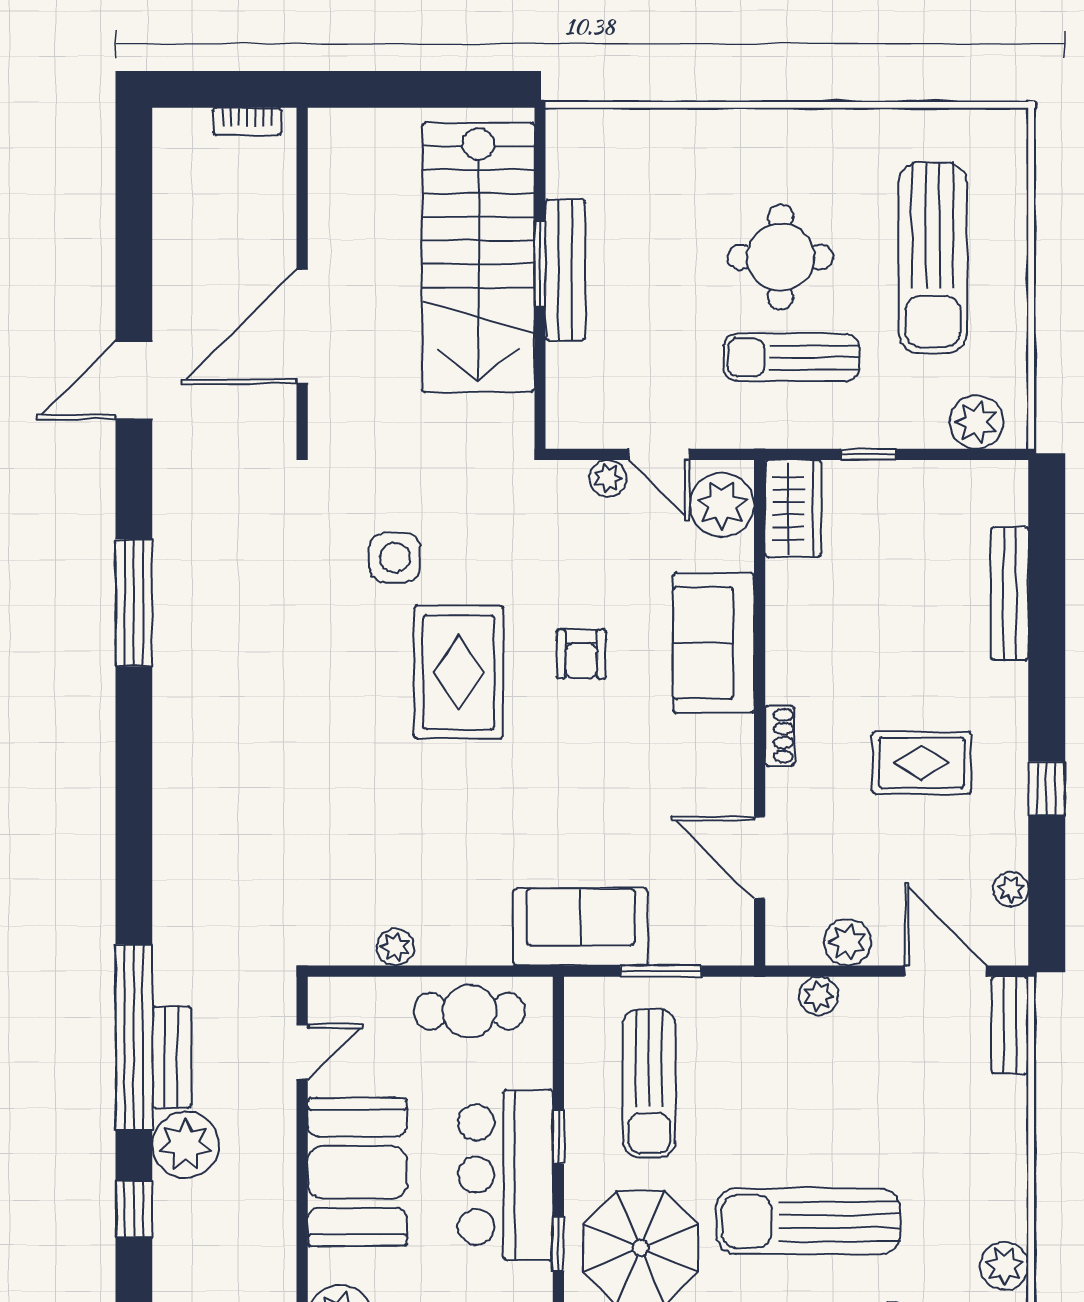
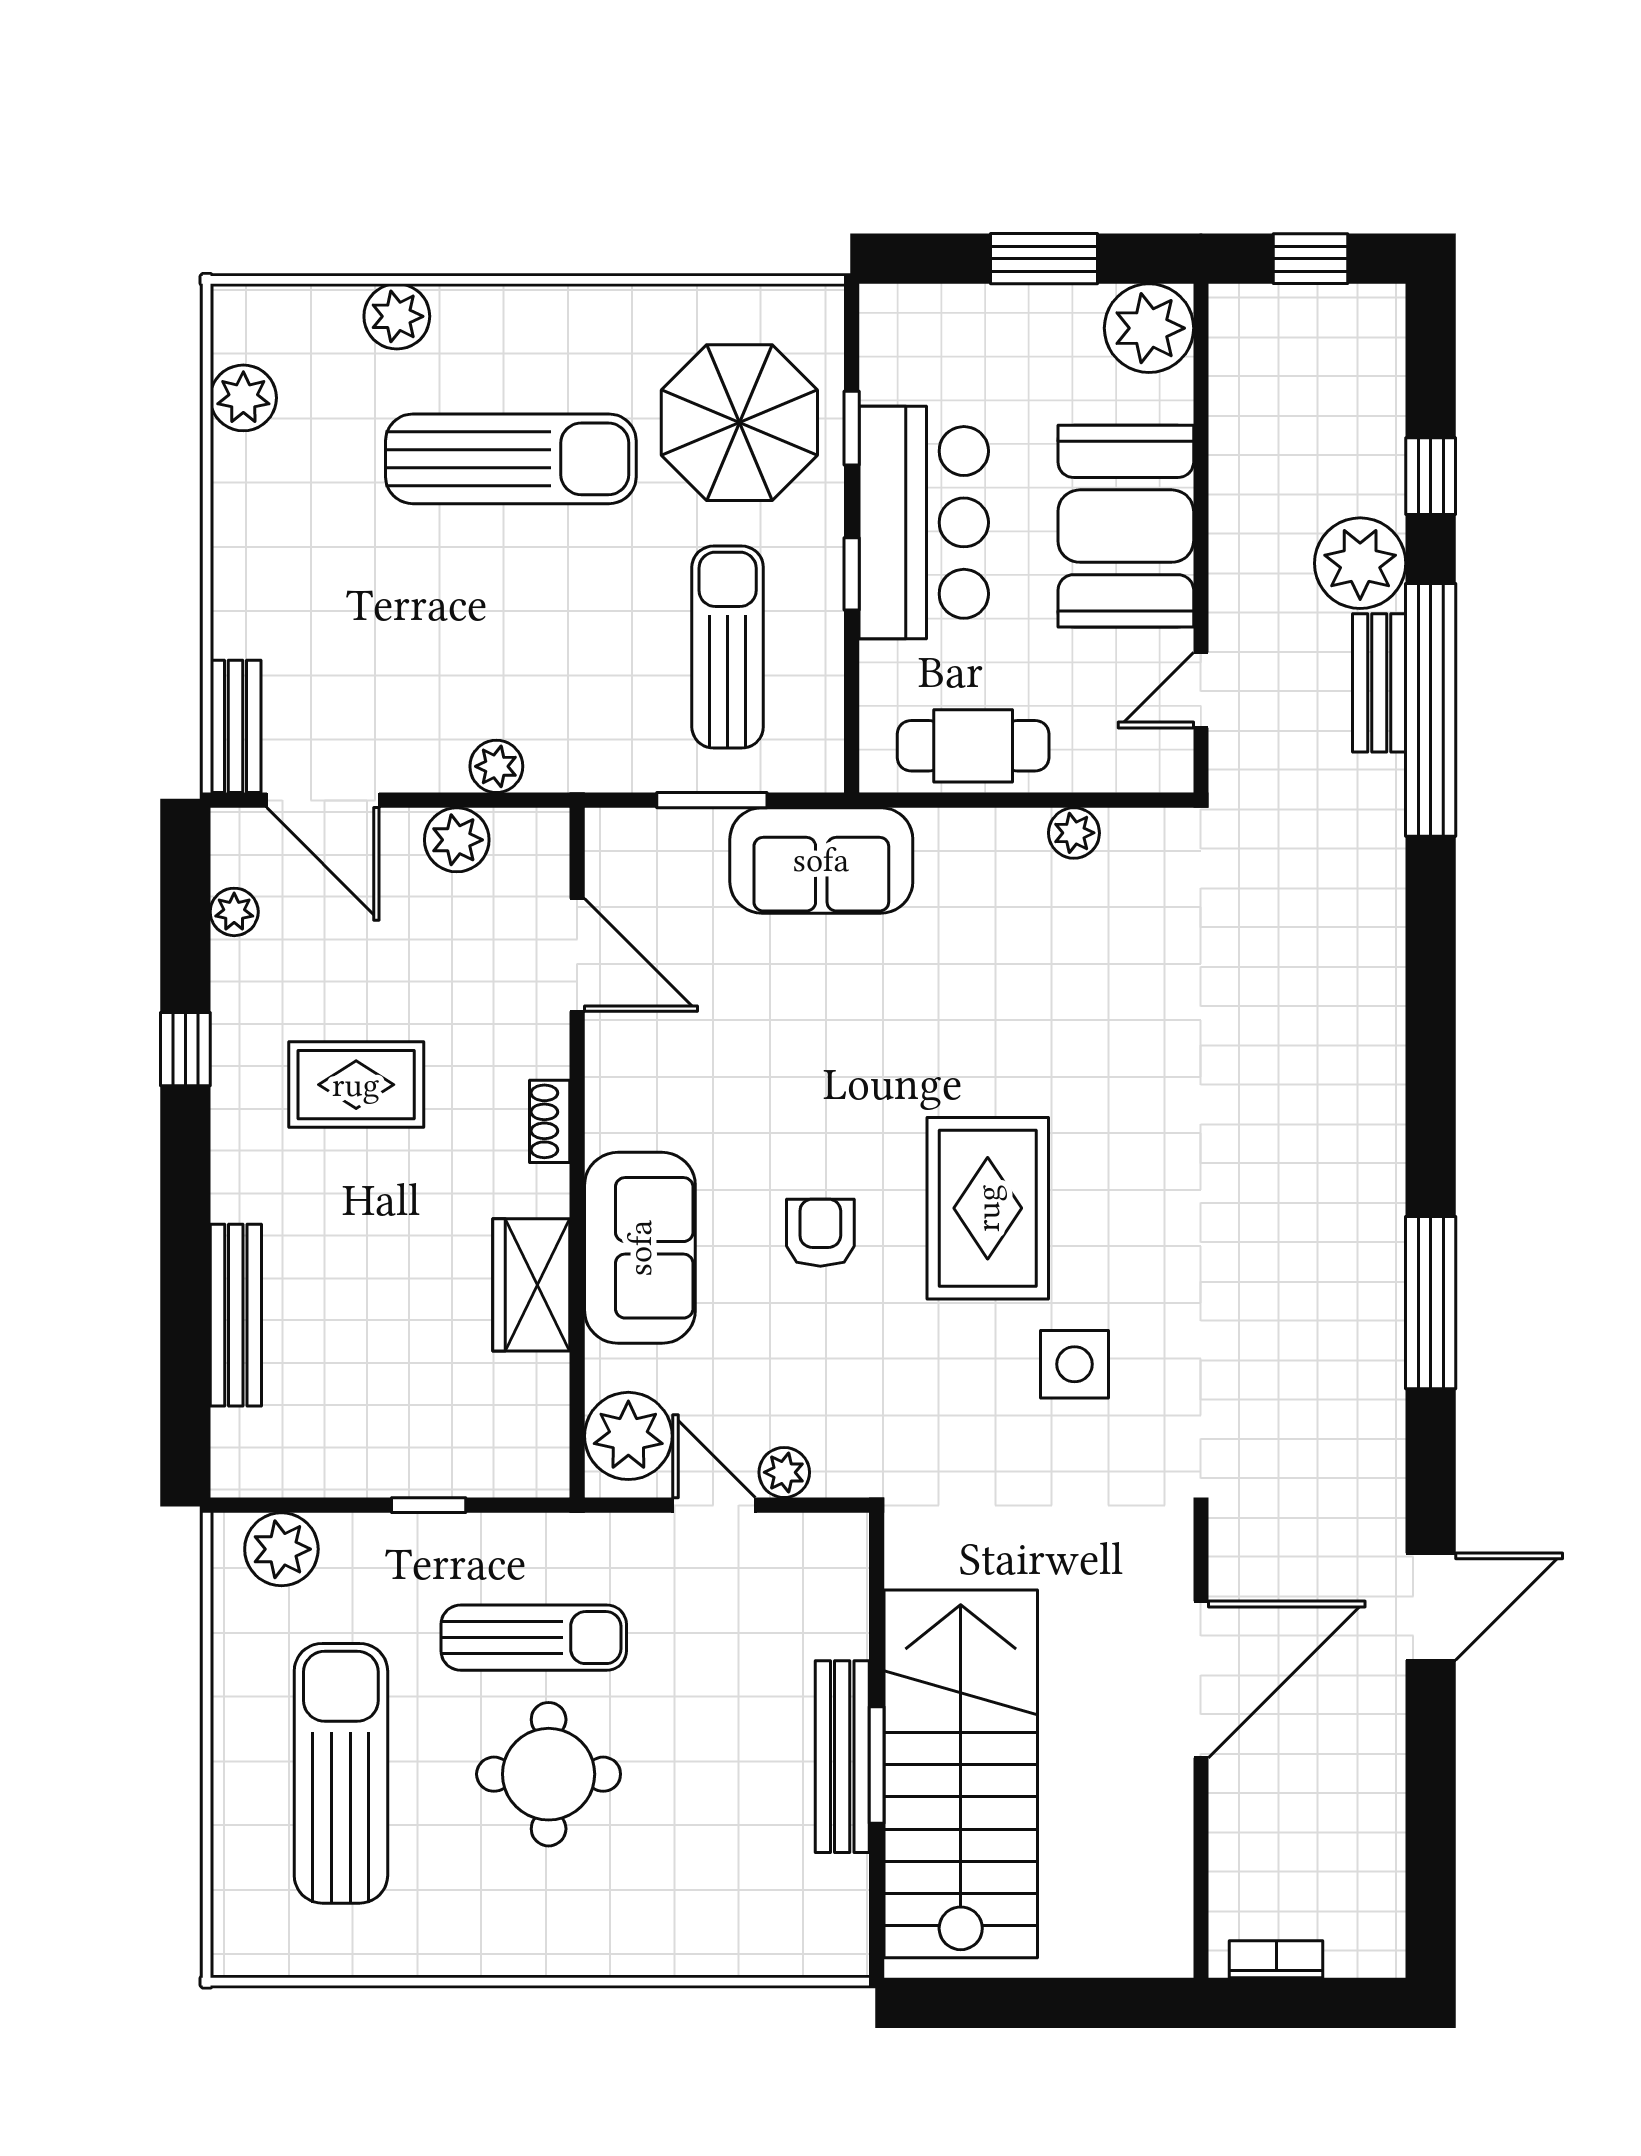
wardrobe: (793, 508) -> (531, 1285), moved

